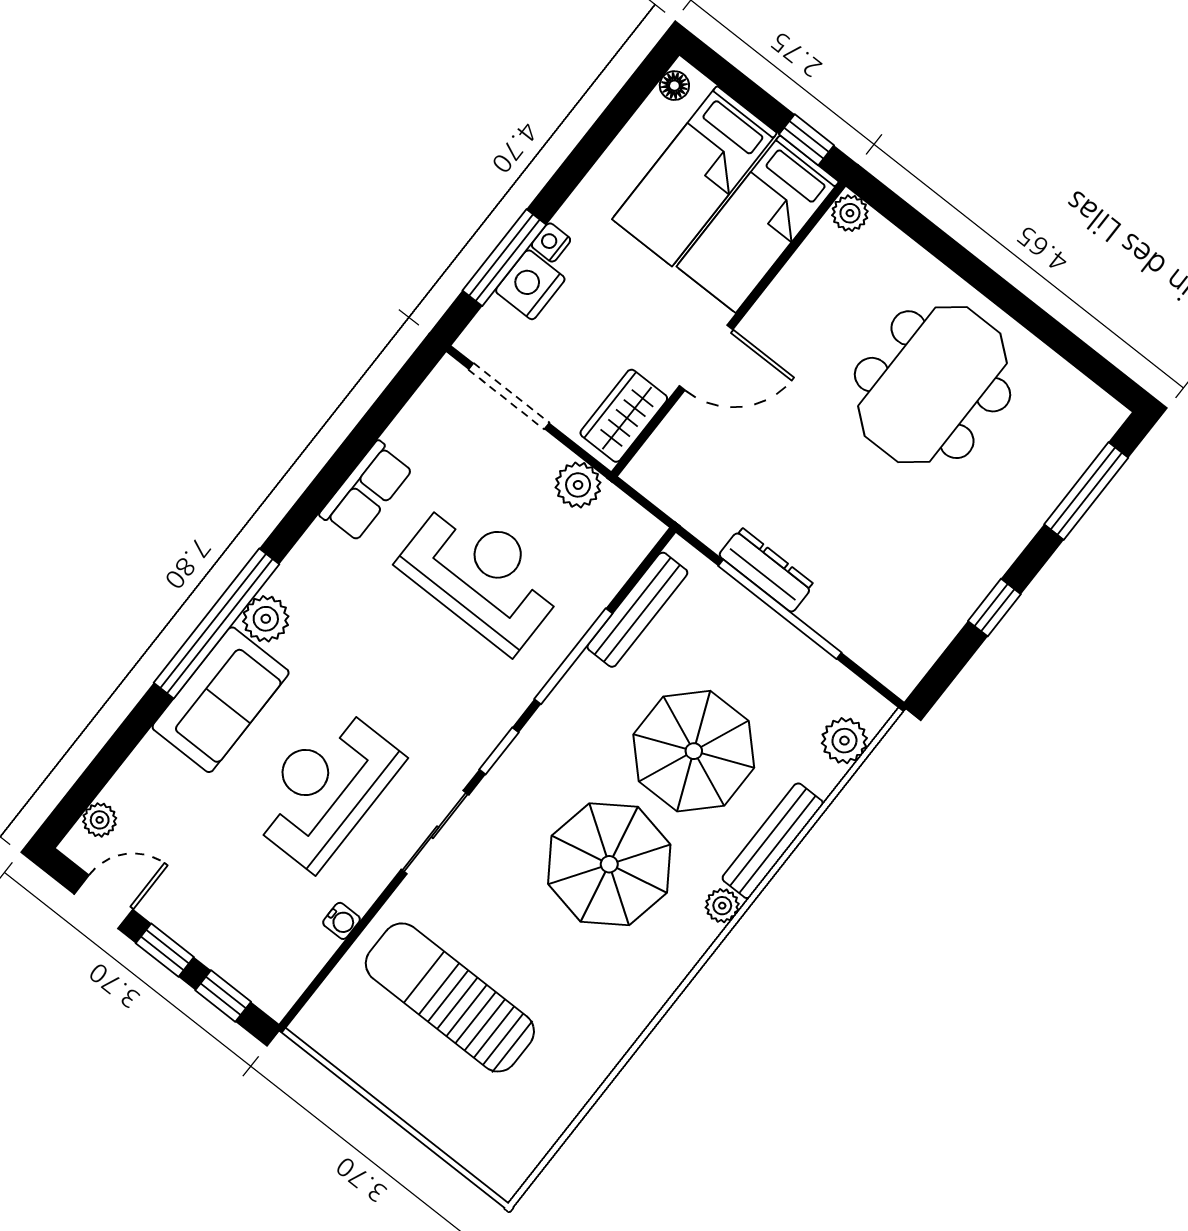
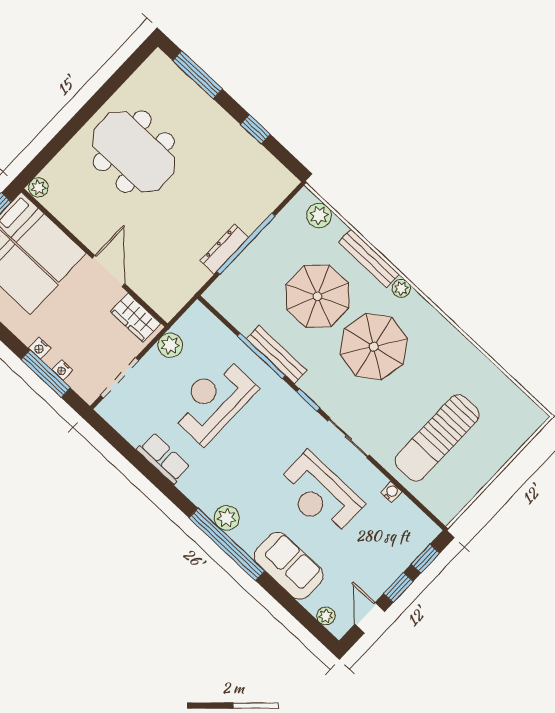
nightstand: (530, 285) -> (62, 370), width x0.53, depth x0.56
bench: (637, 610) -> (277, 355), moved
sofa: (221, 700) -> (289, 566), moved

